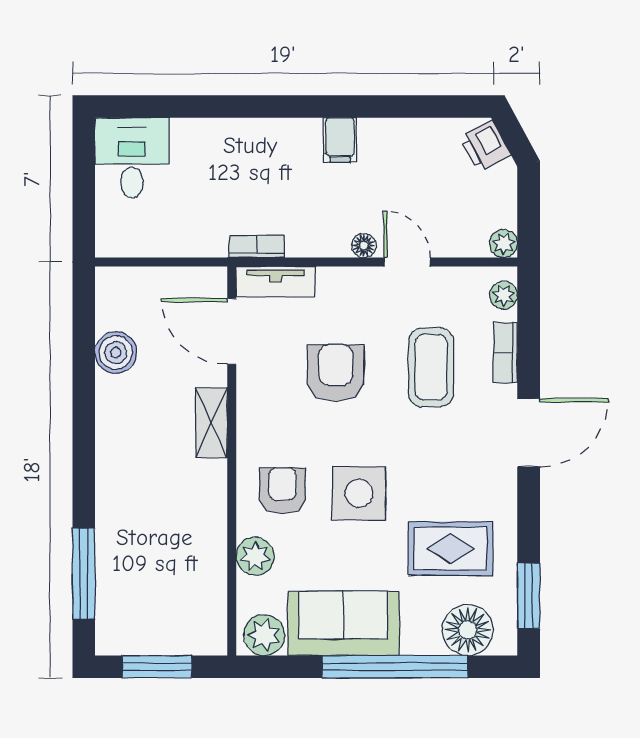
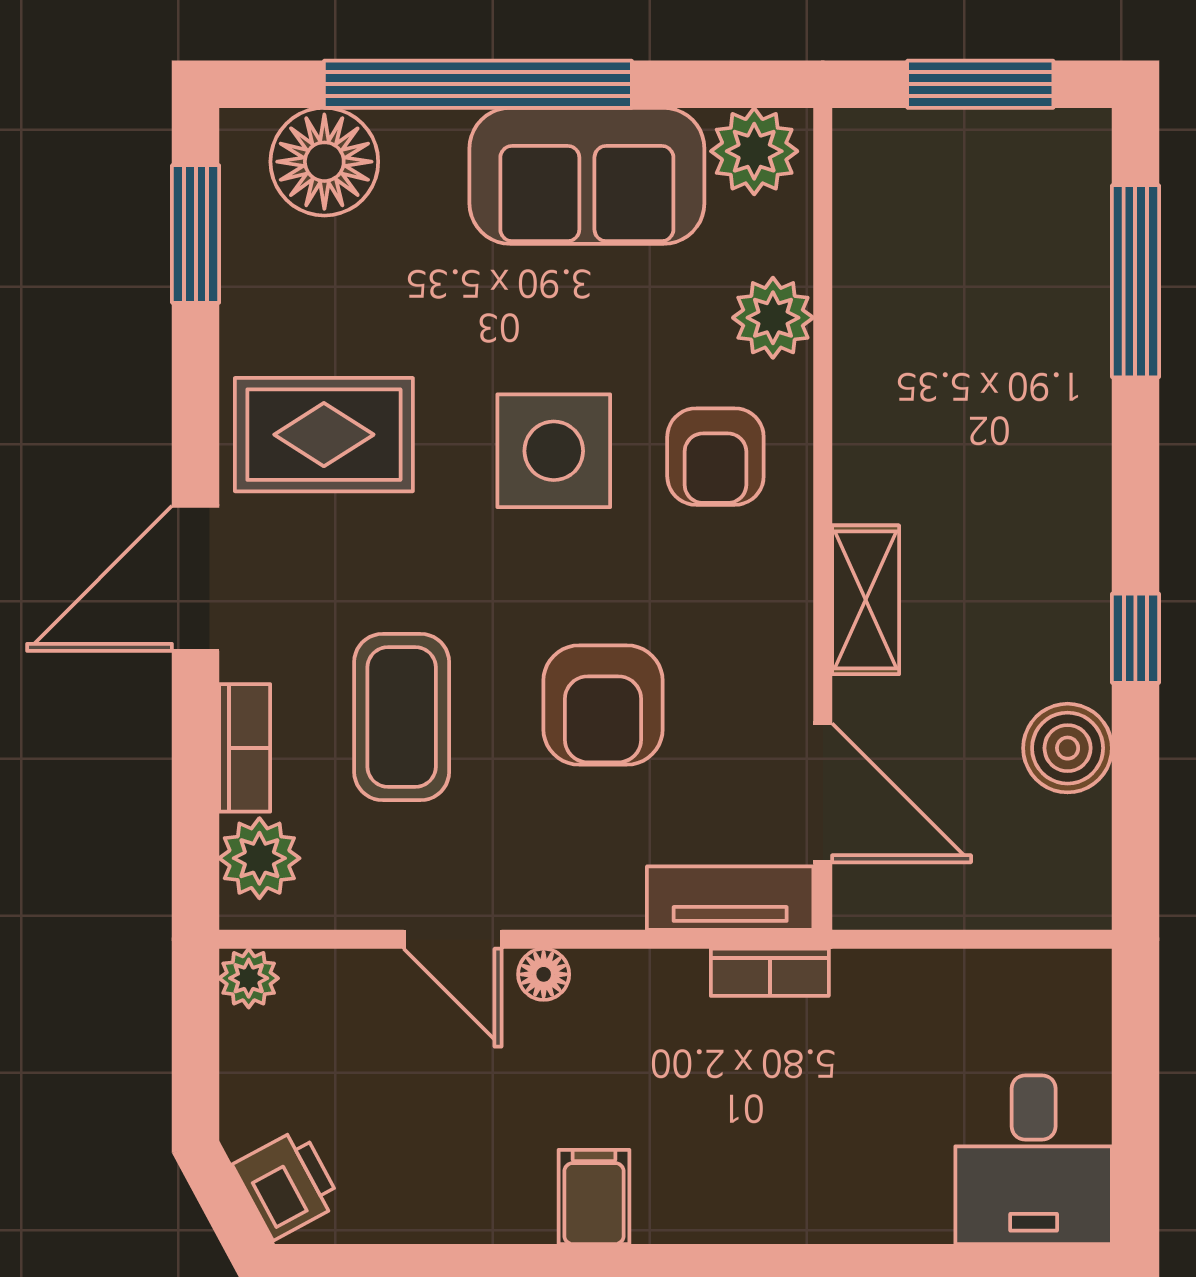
plant: (504, 295) -> (259, 858), width x1.38, depth x1.38
window: (84, 405) -> (1135, 638), added
rug: (450, 549) -> (324, 435), moved

